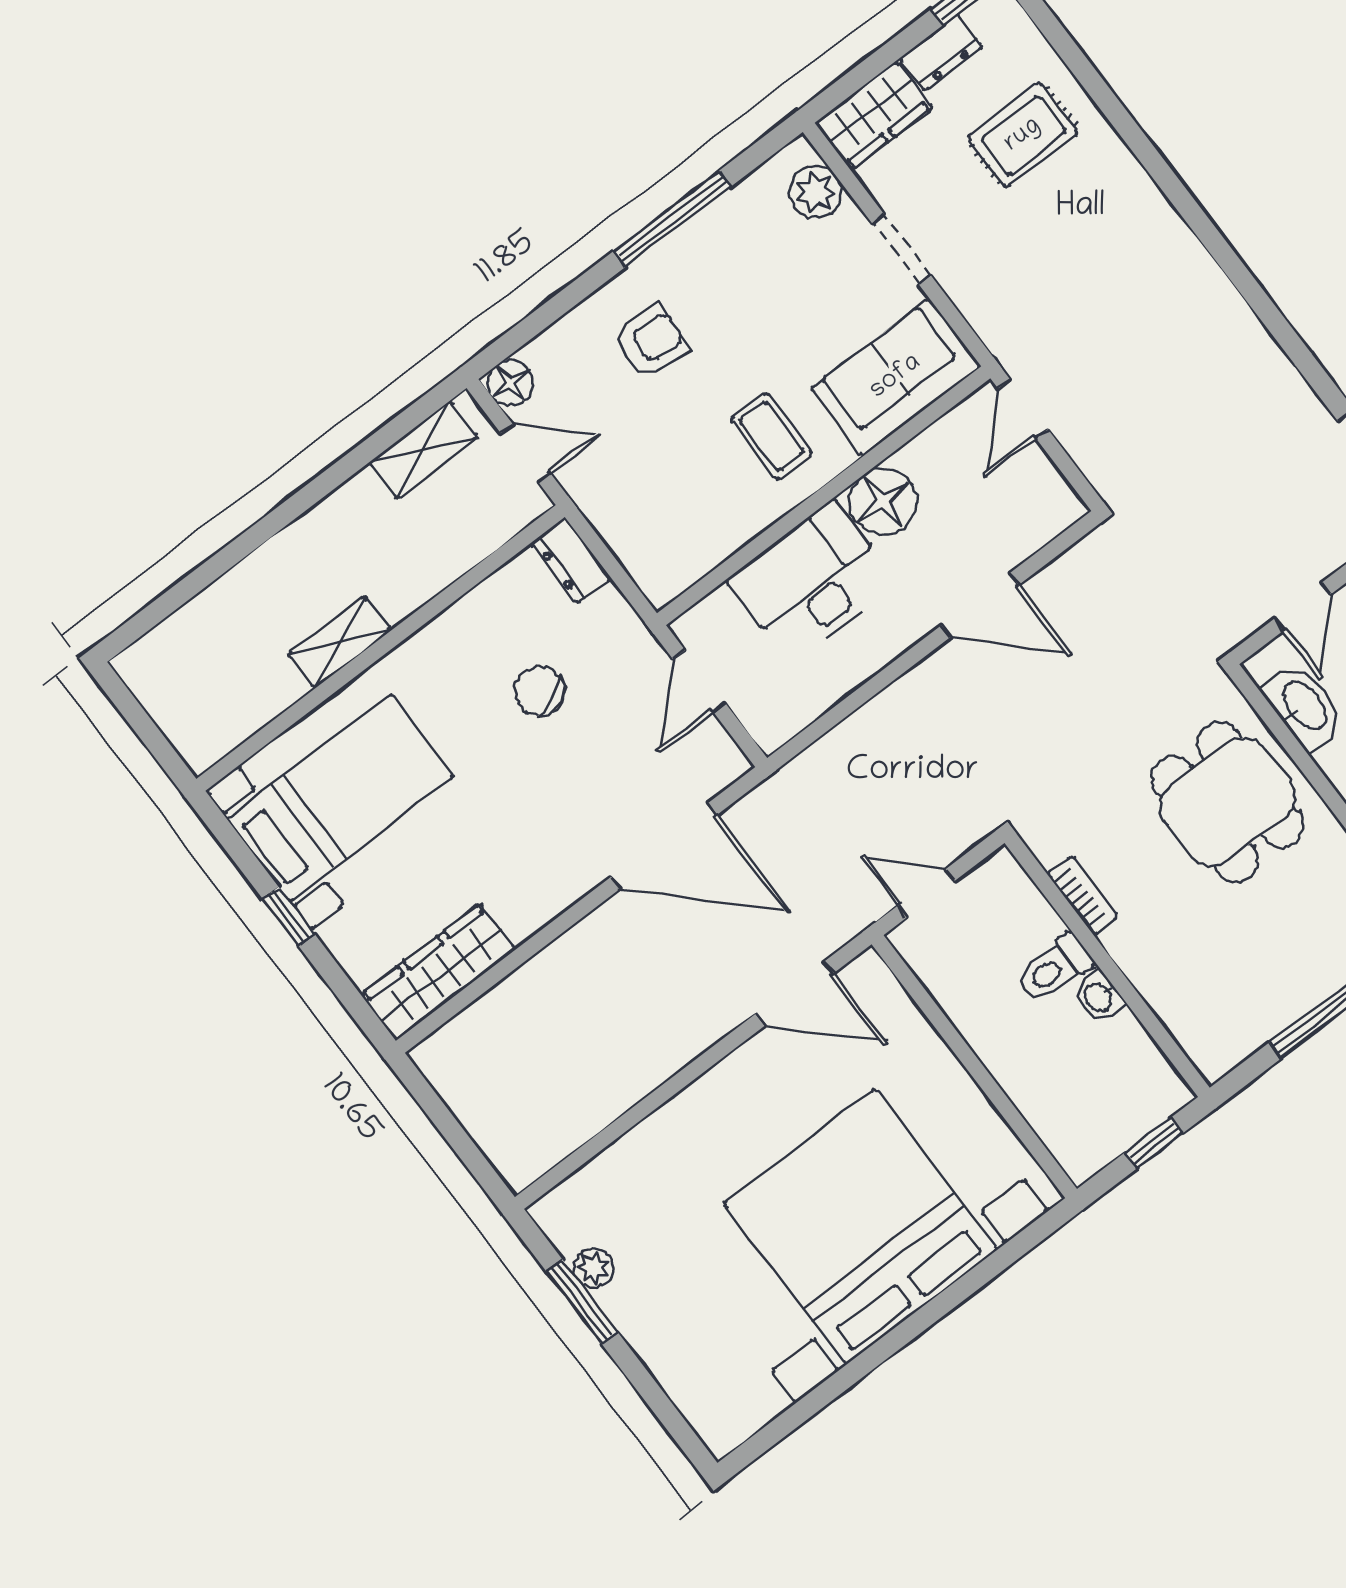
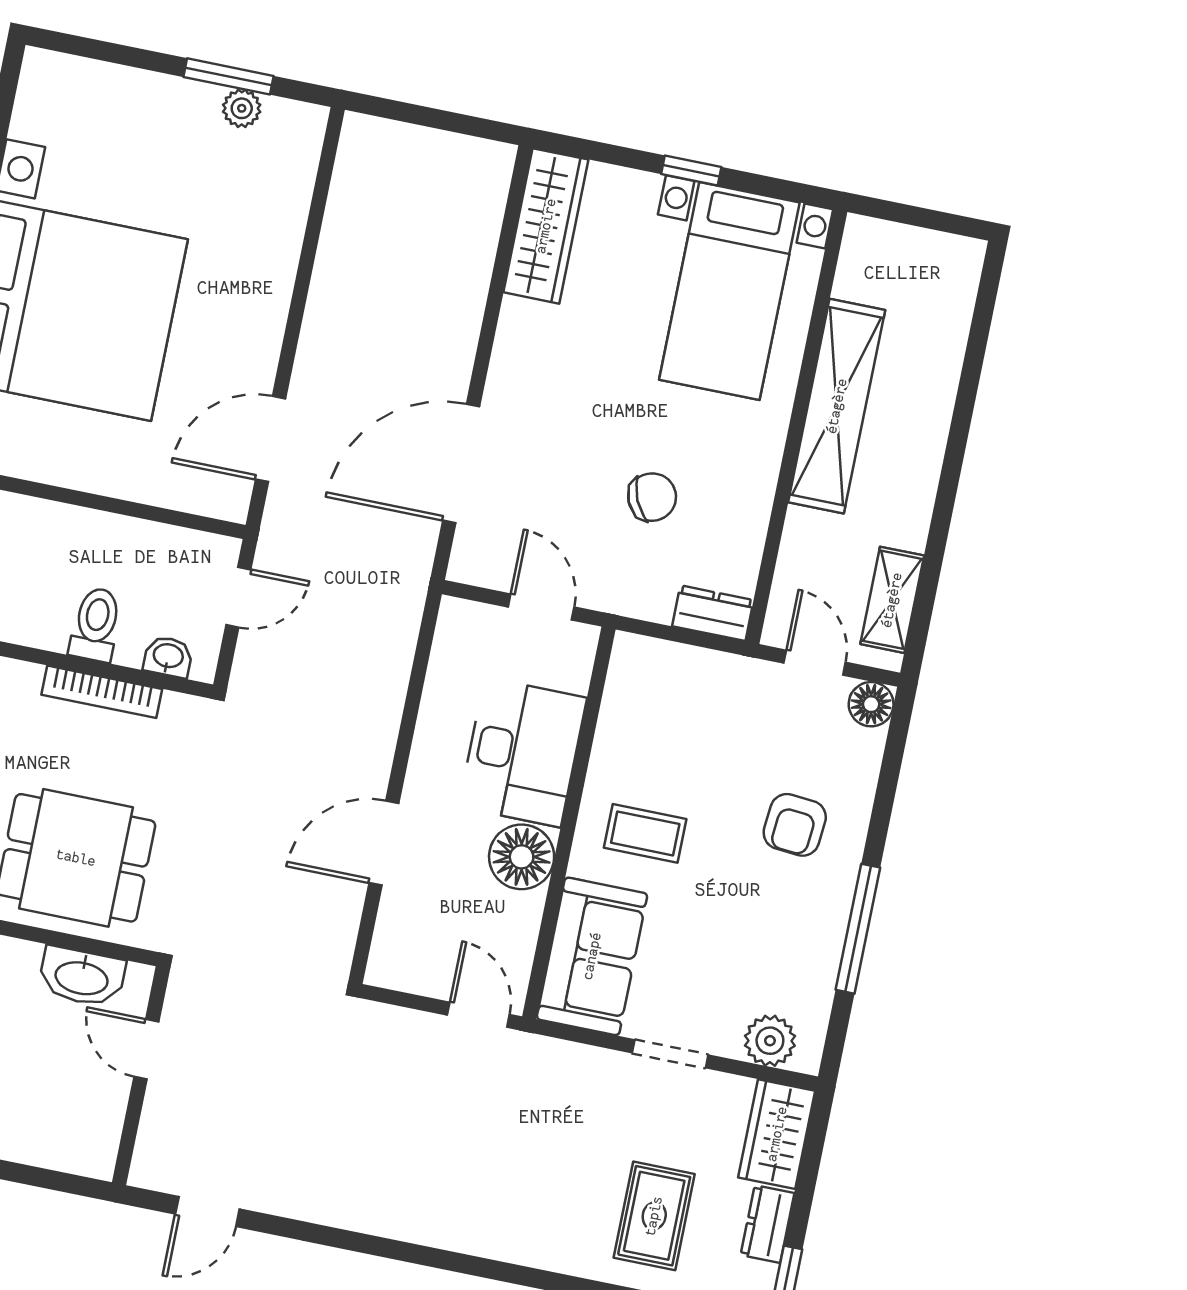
door: (526, 453) -> (815, 663), swing flipped
shelving: (340, 642) -> (837, 406), width x2.20, depth x1.33
bookcase: (1082, 895) -> (102, 692), width x1.56
washbasin: (1098, 997) -> (168, 657), moved

